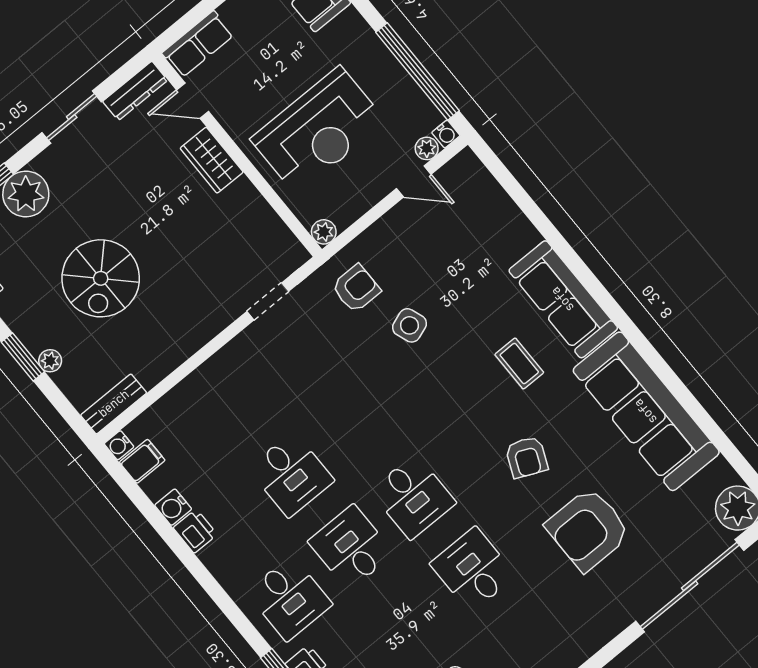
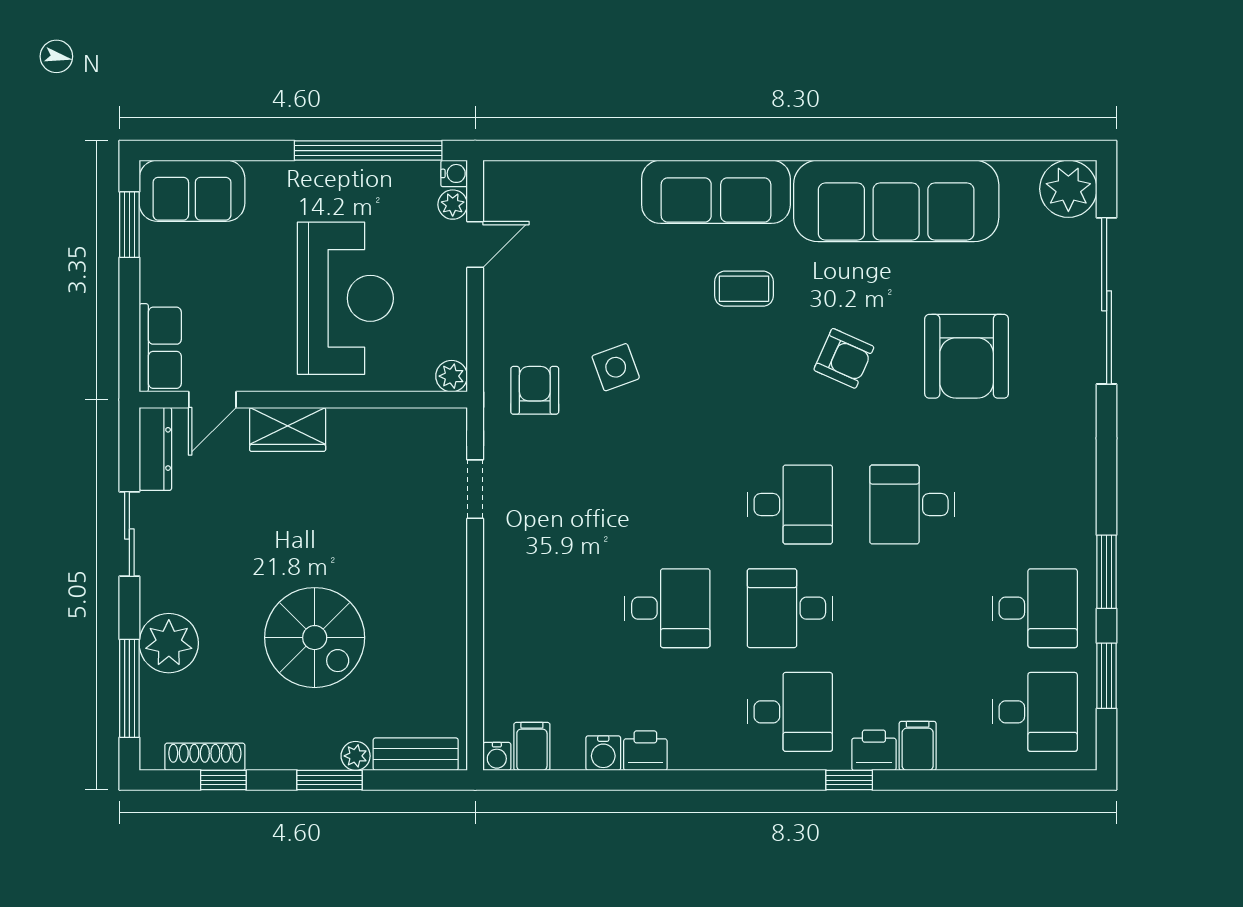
bench: (114, 404) -> (416, 754), moved, turned 90

